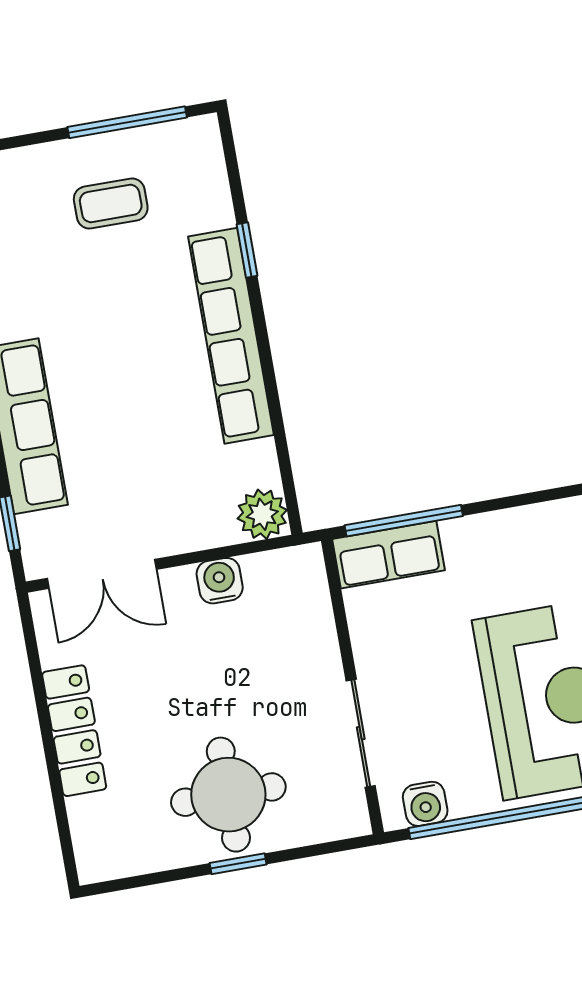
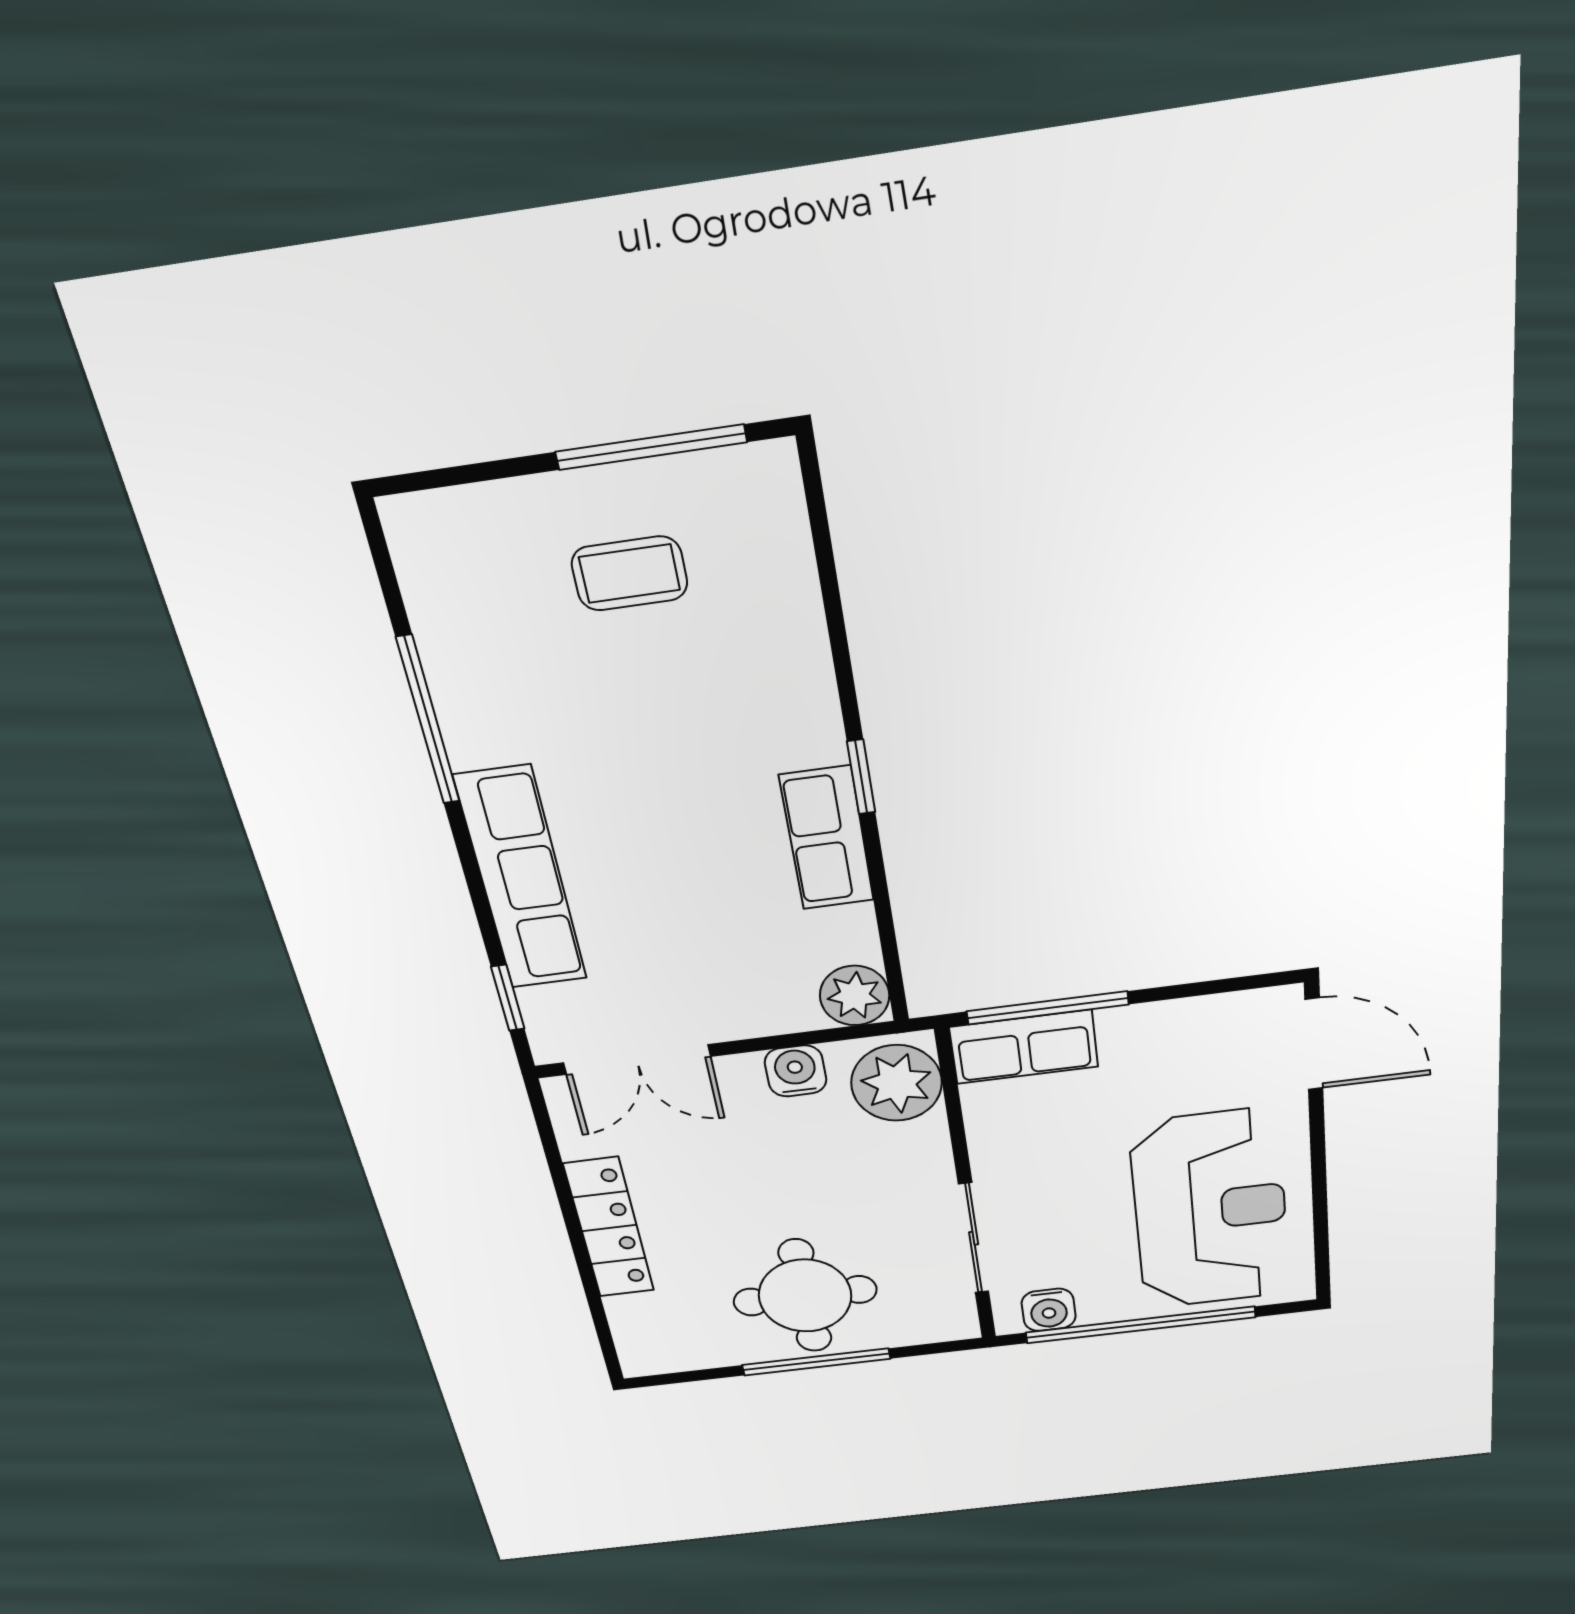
window: (247, 250) -> (861, 777), moved
row of seats: (231, 336) -> (827, 838), width x0.50
plant: (295, 589) -> (897, 1083), added
window: (238, 864) -> (816, 1362), width x2.17

